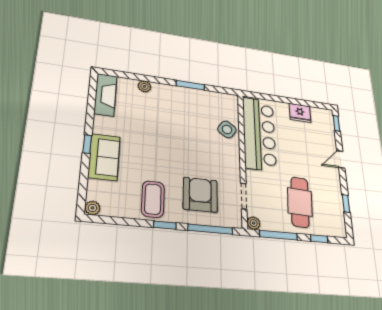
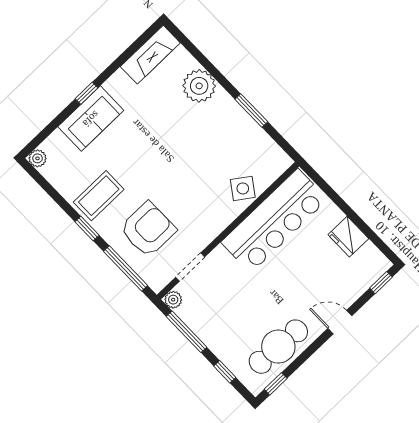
plant: (144, 86) -> (199, 86), width x1.87, depth x1.87
cafe table: (300, 202) -> (278, 347), moved
window: (346, 204) -> (276, 384), moved

